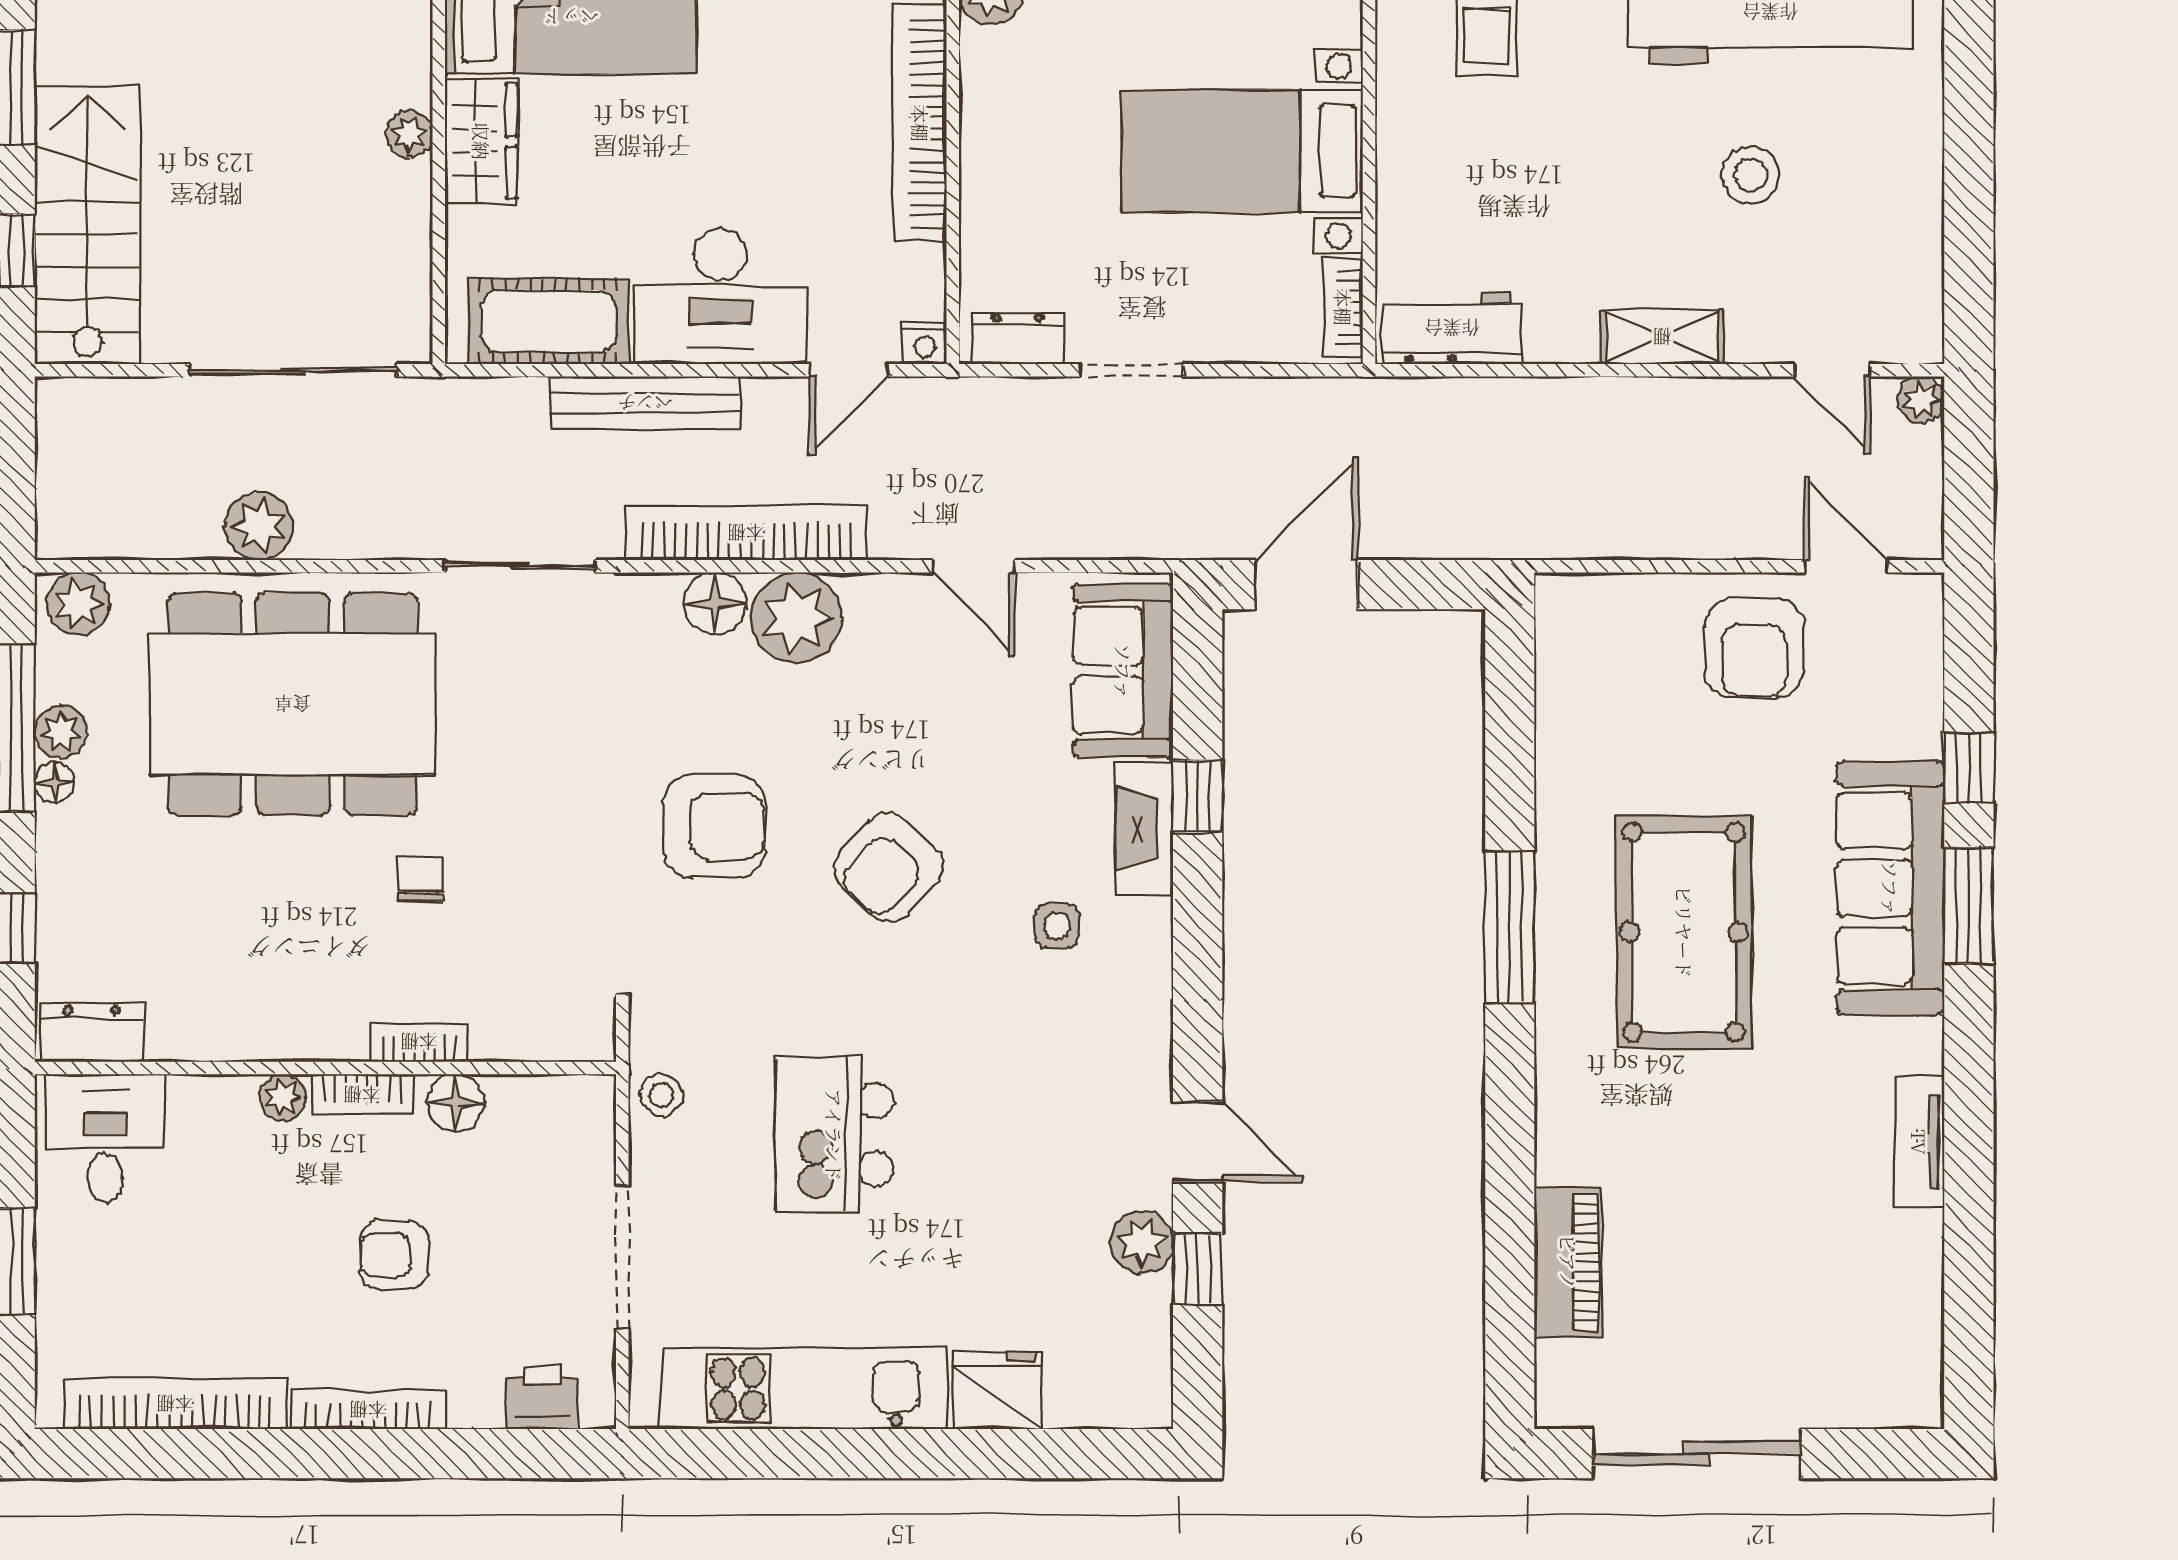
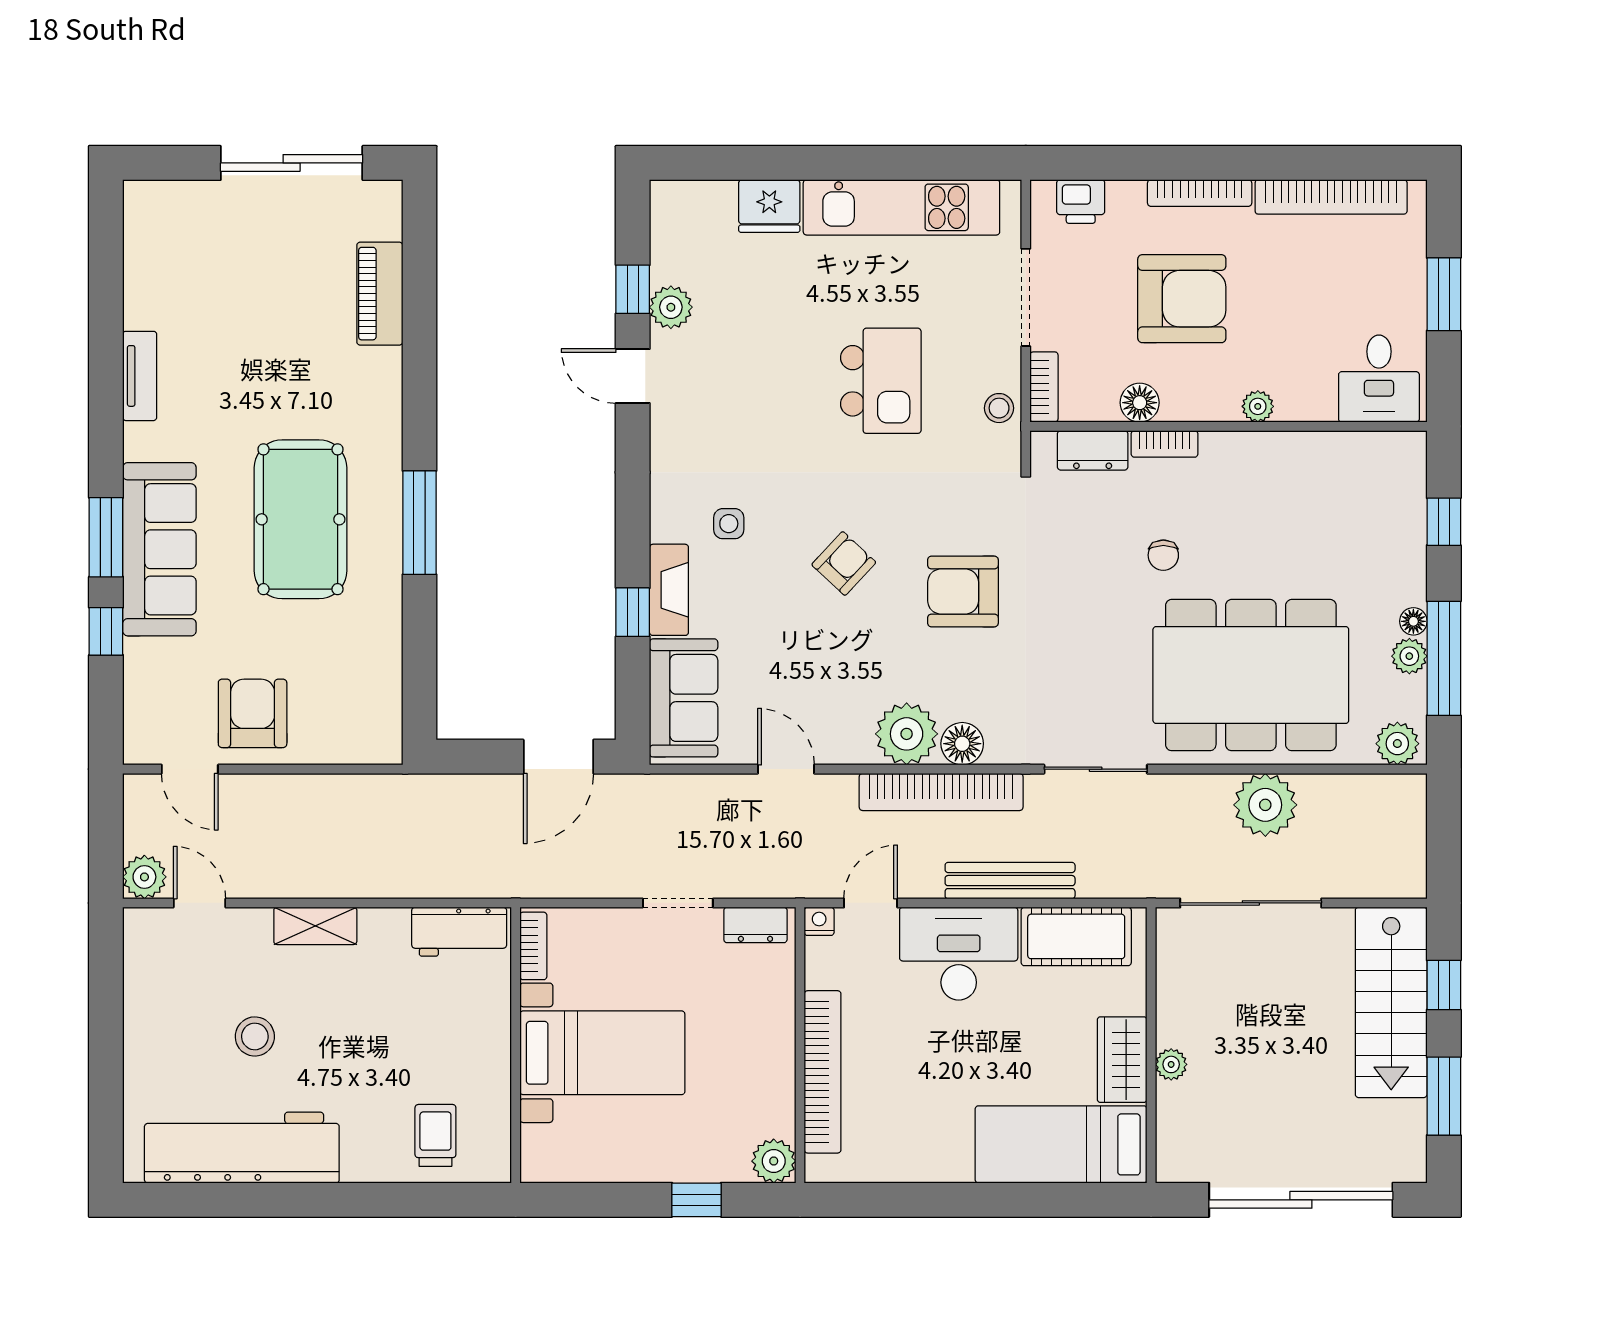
plant: (1921, 400) -> (144, 877), width x1.38, depth x1.38
plant: (259, 526) -> (1265, 805), width x1.36, depth x1.36
armchair: (889, 867) -> (844, 563), width x0.72, depth x0.72
dresser: (92, 1033) -> (1093, 450), moved
bookcase: (362, 1095) -> (1044, 387), moved, turned 90
armchair: (394, 1255) -> (1182, 299), width x1.88, depth x1.88

